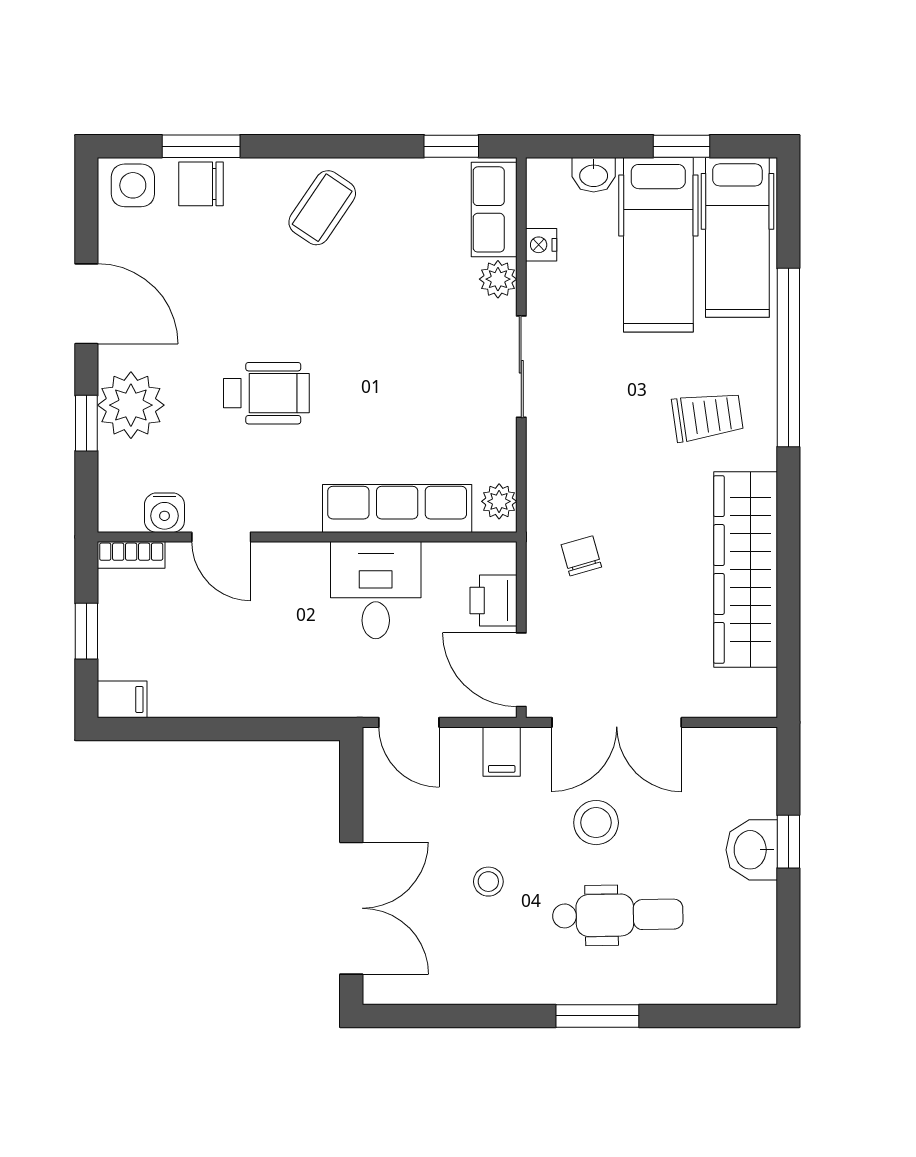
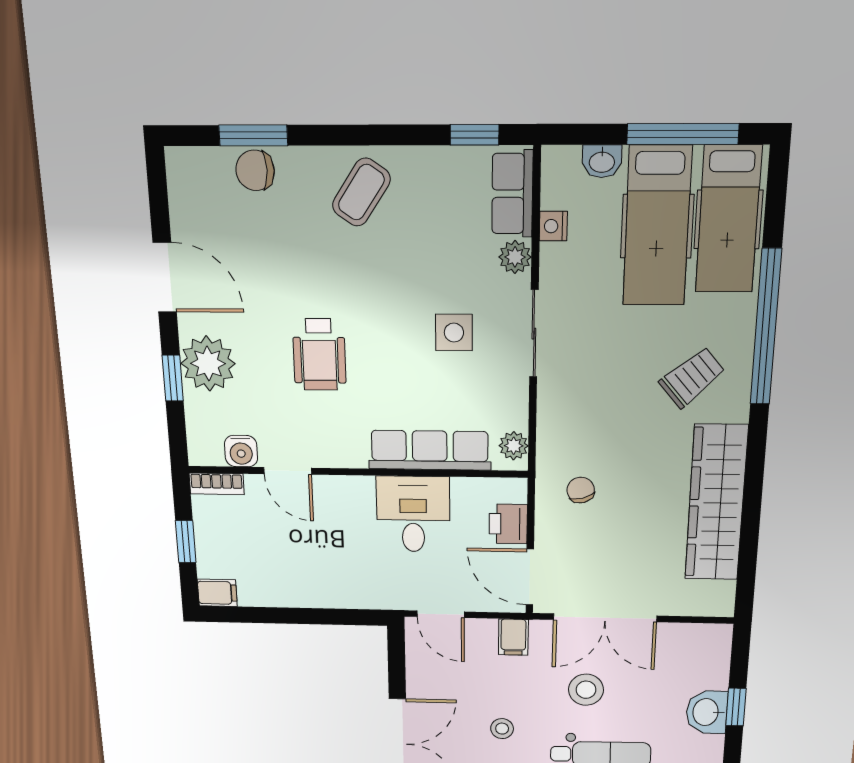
window: (681, 146) -> (683, 134), width x2.17
side table: (133, 185) -> (454, 333), moved
wheelchair: (266, 393) -> (319, 355), turned 90
trolley: (707, 416) -> (692, 377), turned -33

